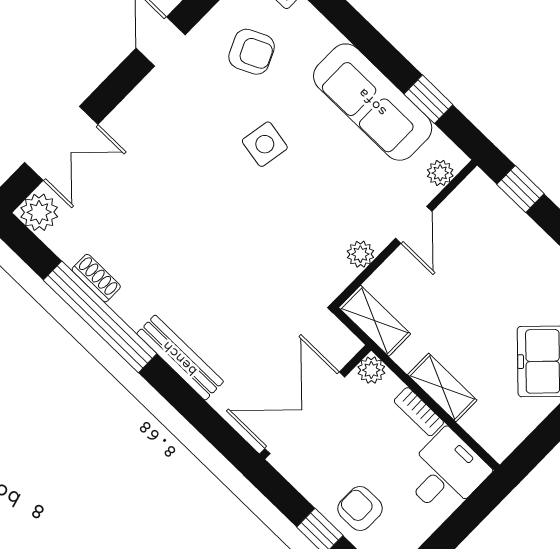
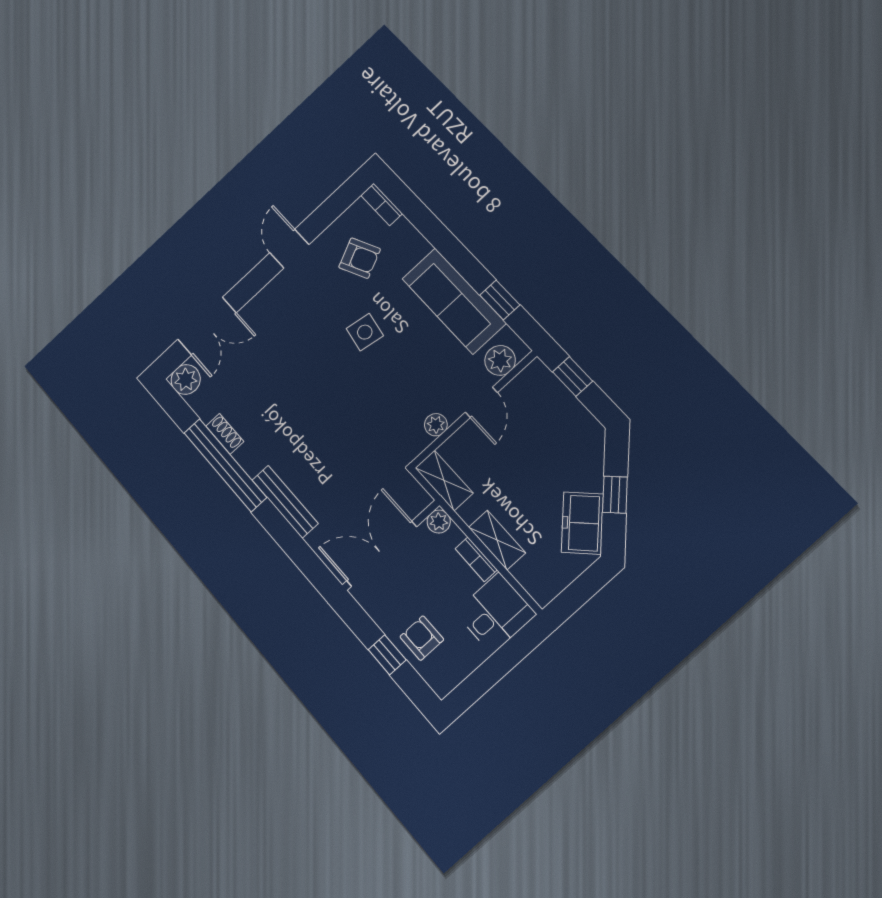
plant: (440, 173) -> (500, 360), width x1.38, depth x1.38

